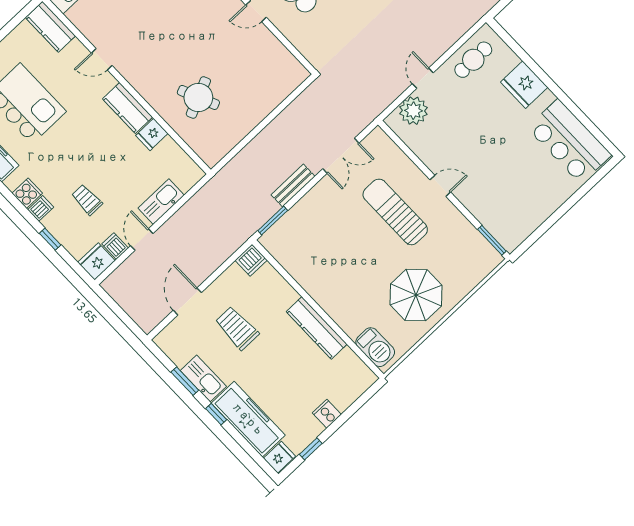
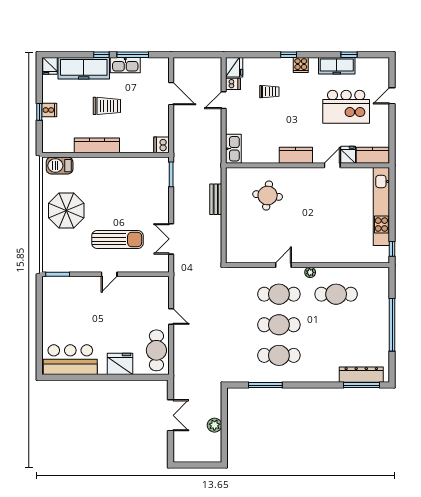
cafe table: (473, 60) -> (156, 350), width x1.37, depth x1.35
round table: (198, 97) -> (268, 196), turned 31
plant: (413, 111) -> (159, 296), removed
fridge: (152, 134) -> (348, 155), moved
bench: (293, 186) -> (216, 199), moved
kitchen sink: (161, 202) -> (233, 149), moved
dishwasher: (41, 208) -> (287, 64), removed
window: (50, 239) -> (289, 55), moved
door: (142, 240) -> (224, 100), swing flipped
trolley: (237, 328) -> (107, 106), moved
window: (185, 381) -> (133, 55), width x1.44
window: (311, 449) -> (39, 112), moved

